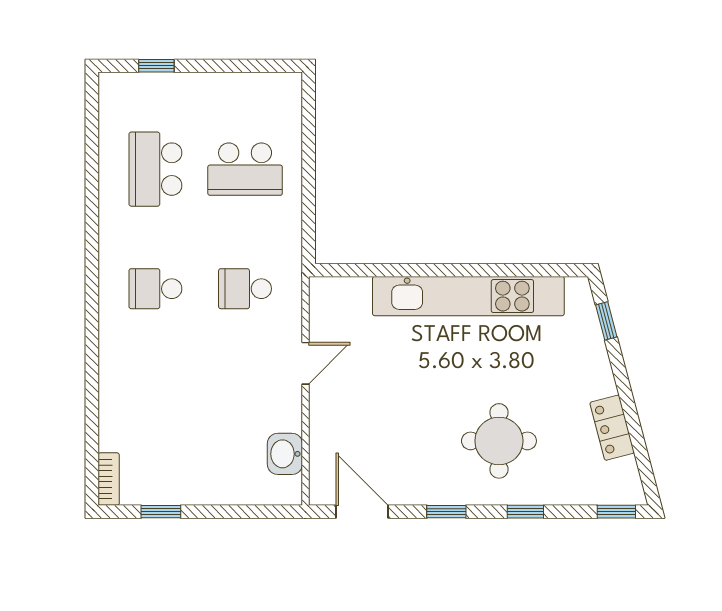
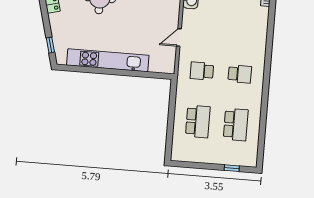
school desk: (245, 169) -> (198, 122), turned 90
school desk: (245, 289) -> (202, 71), turned 180

